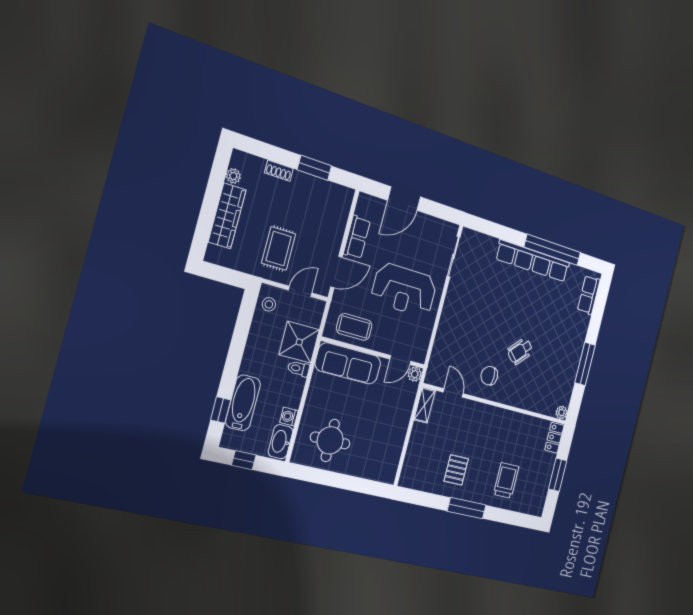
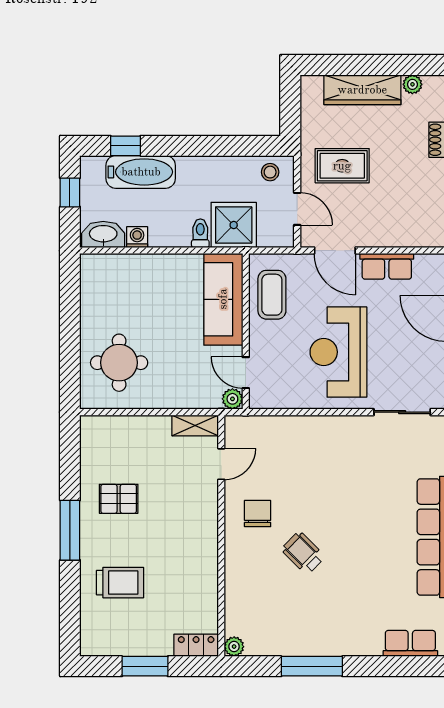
round table: (330, 440) -> (119, 363), moved

